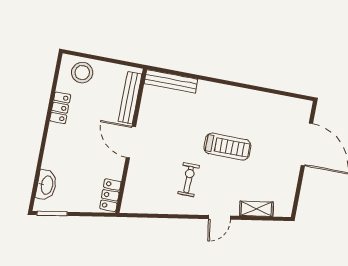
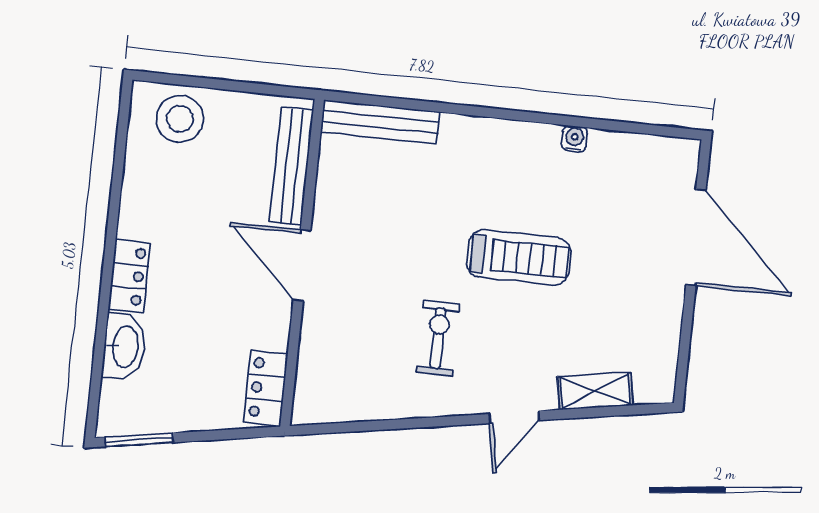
water cooler: (257, 96) -> (575, 139), added
locker: (60, 108) -> (129, 276), moved
washbasin: (46, 185) -> (124, 347), moved

